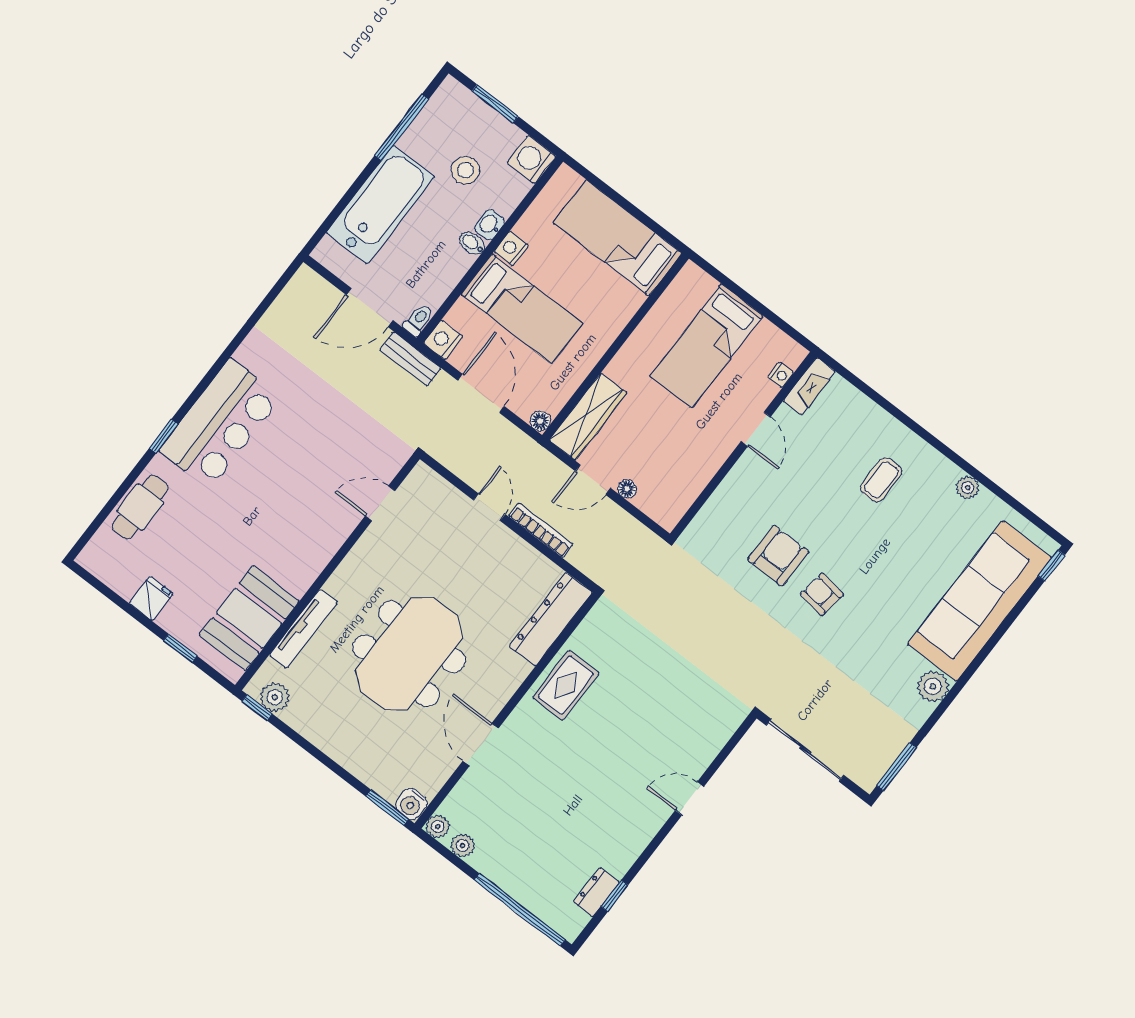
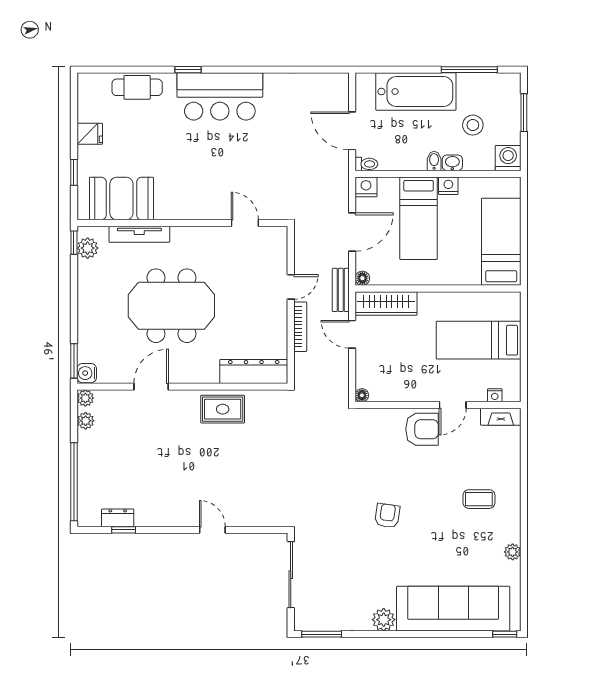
bench: (410, 359) -> (341, 290), moved
floor lamp: (627, 489) -> (362, 395), moved
armchair: (778, 556) -> (422, 429), moved

